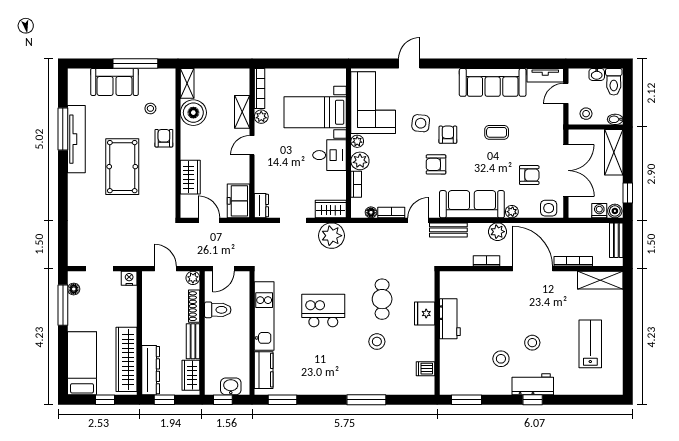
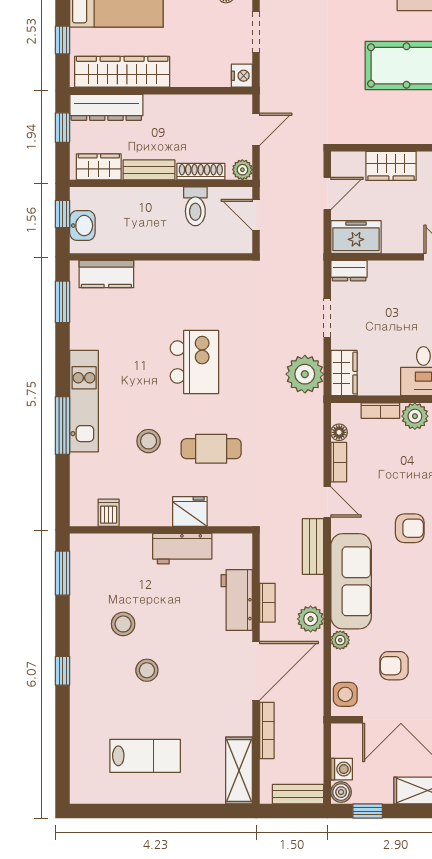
armchair: (436, 164) -> (410, 528), turned 90
armchair: (529, 175) -> (394, 666), turned 90
kitchen unit: (264, 316) -> (84, 401), moved, turned -90
workbench: (533, 384) -> (237, 600), moved, turned 180

